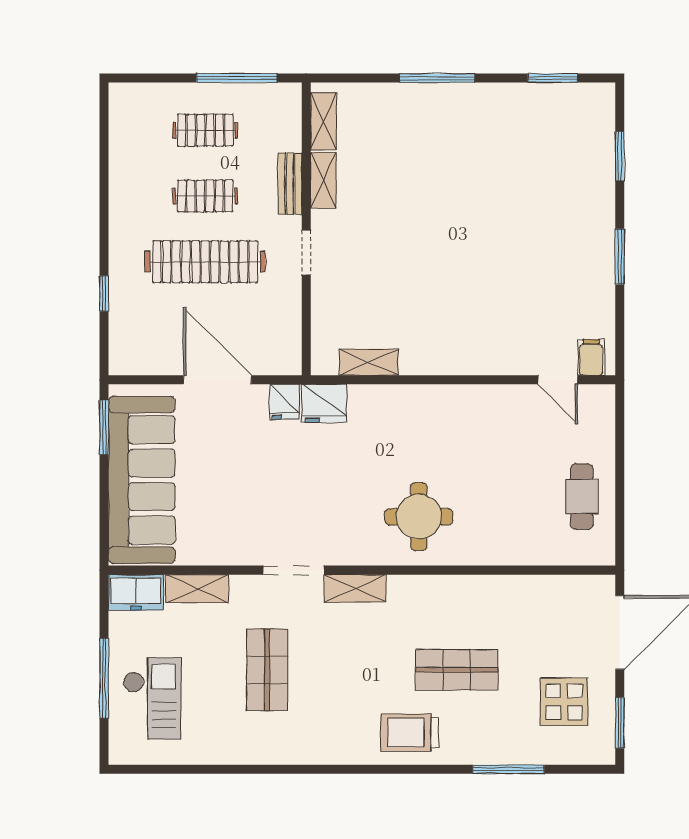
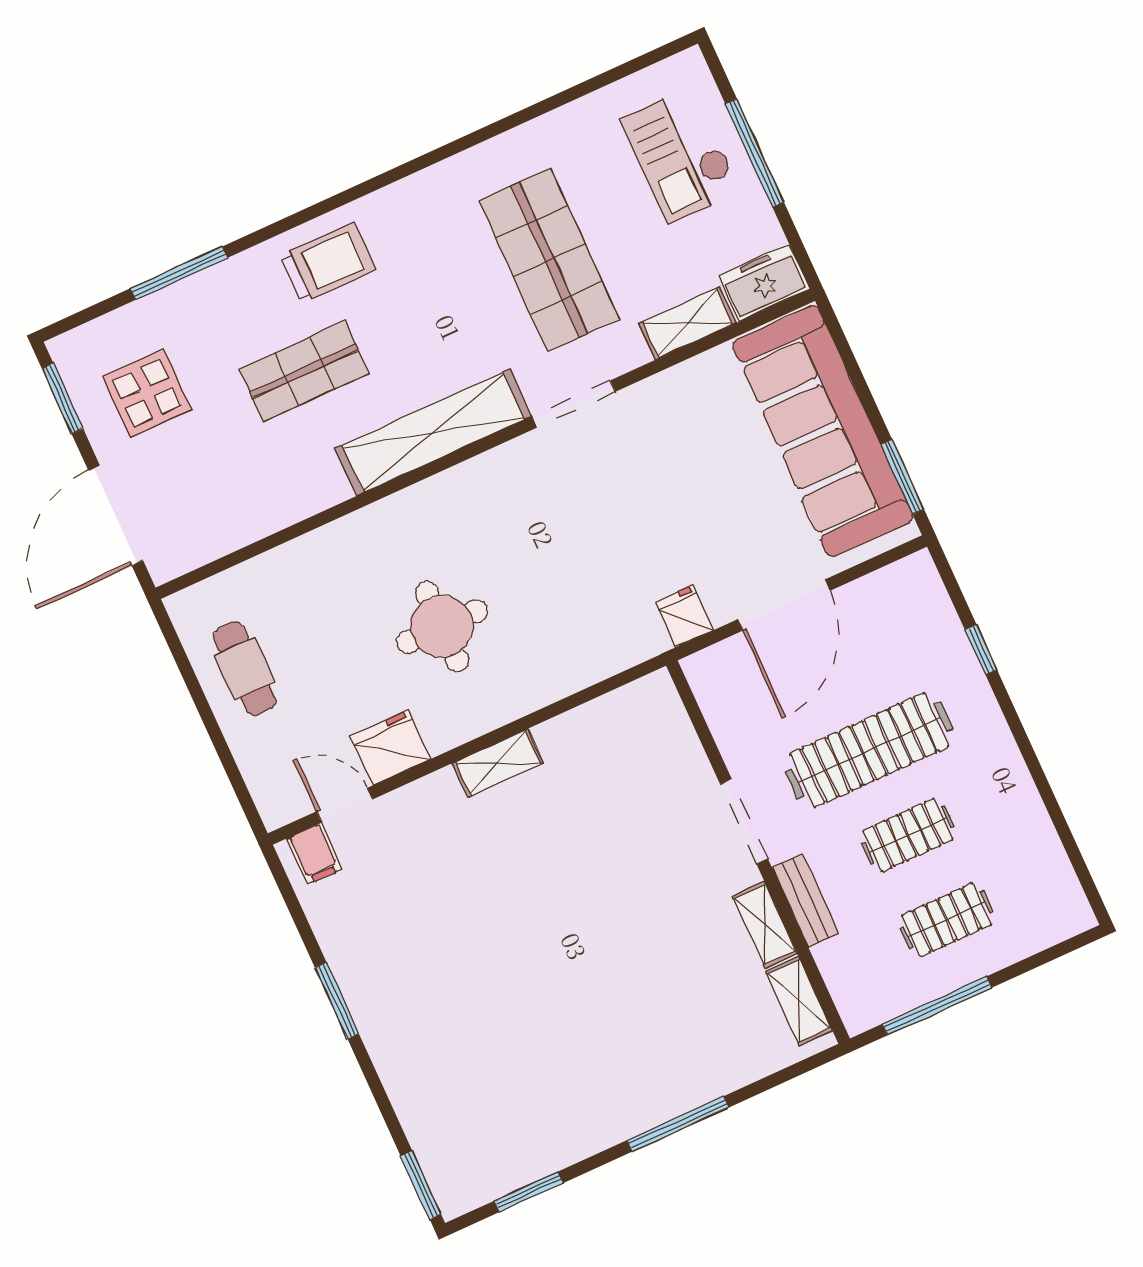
window: (620, 156) -> (421, 1185), moved
doorway: (306, 253) -> (744, 821), width x1.38
shelving: (369, 362) -> (498, 763), moved
door: (217, 380) -> (784, 605), hinge flipped
fridge: (324, 403) -> (391, 747), moved
round table: (419, 517) -> (442, 626), moved
shelving: (355, 588) -> (433, 432), width x2.20, depth x1.33
shop shelf: (267, 670) -> (549, 260), width x1.43, depth x1.36

